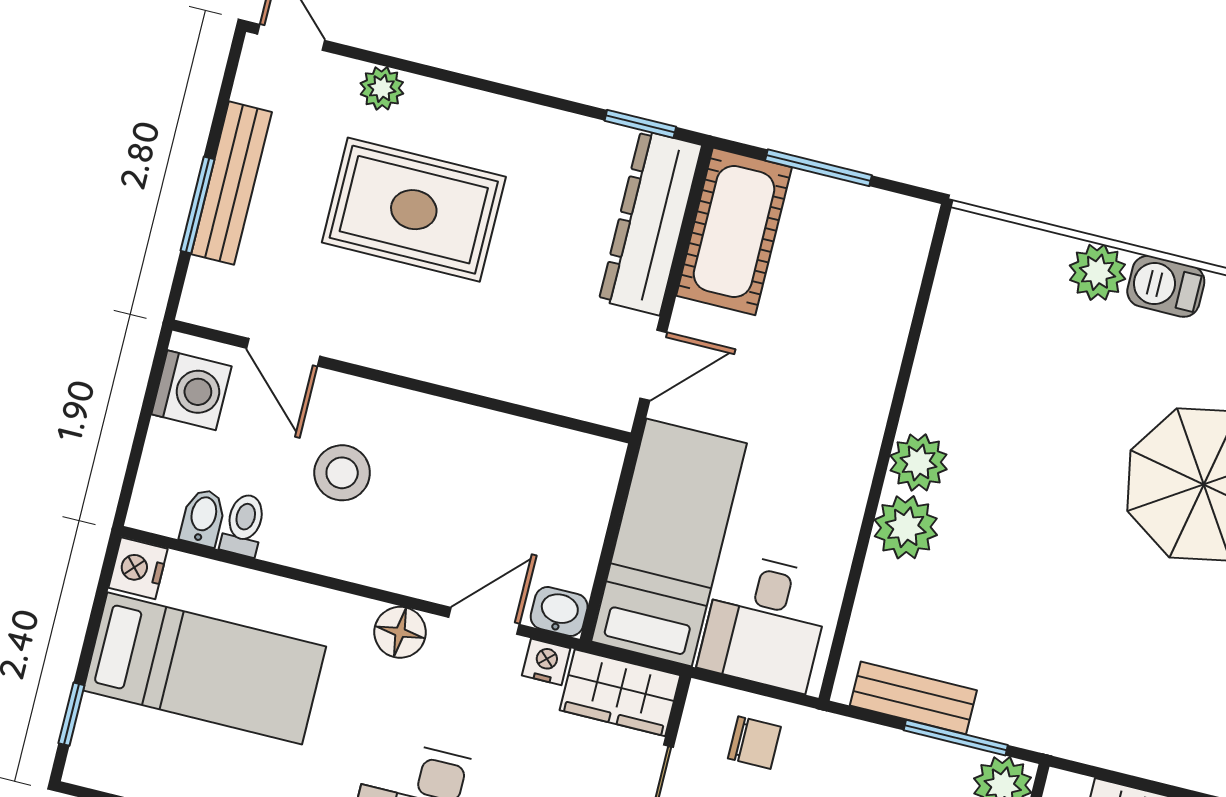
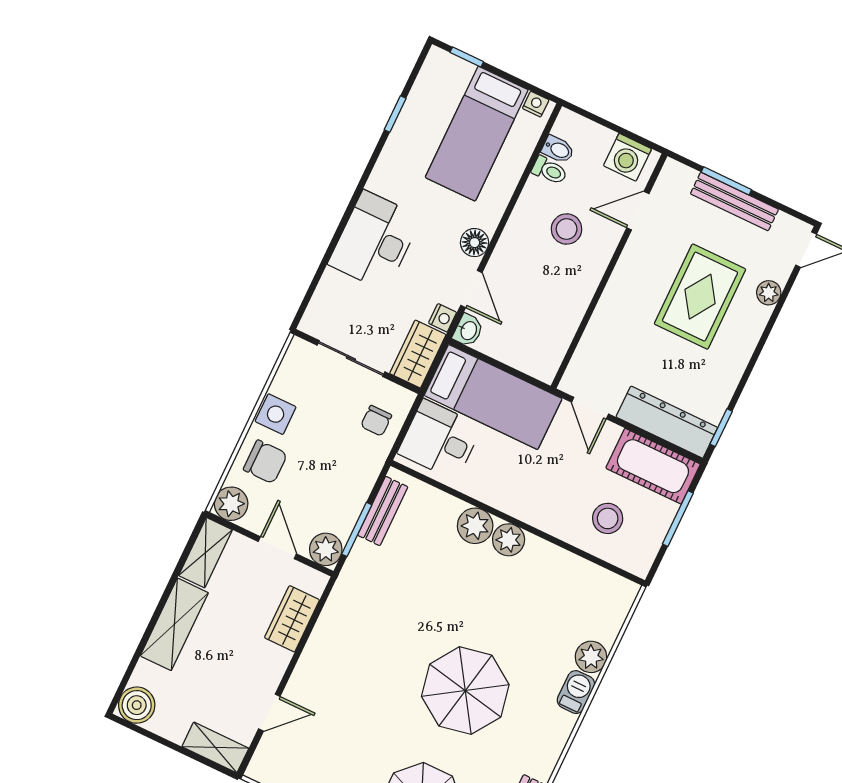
stool: (844, 293) -> (608, 518), added
nightstand: (138, 568) -> (536, 104), width x0.72, depth x0.74

